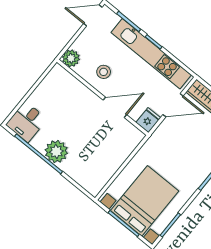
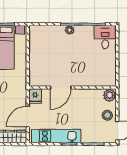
kitchen unit: (151, 54) -> (56, 136), width x0.73
stool: (104, 72) -> (107, 115), moved
plant: (56, 152) -> (70, 30), width x0.53, depth x0.53

